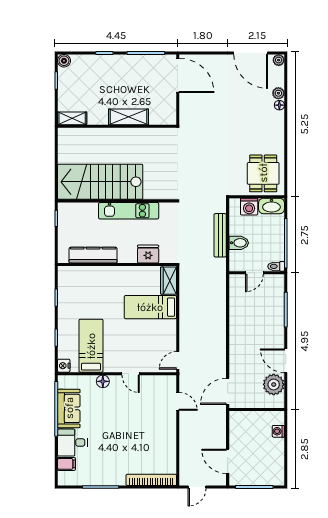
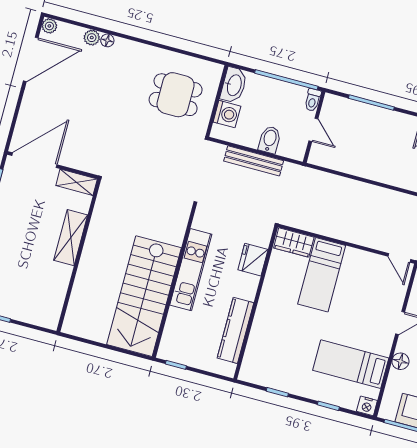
shelving: (72, 118) -> (77, 182), moved, turned 90
dining table: (263, 173) -> (176, 95), moved

